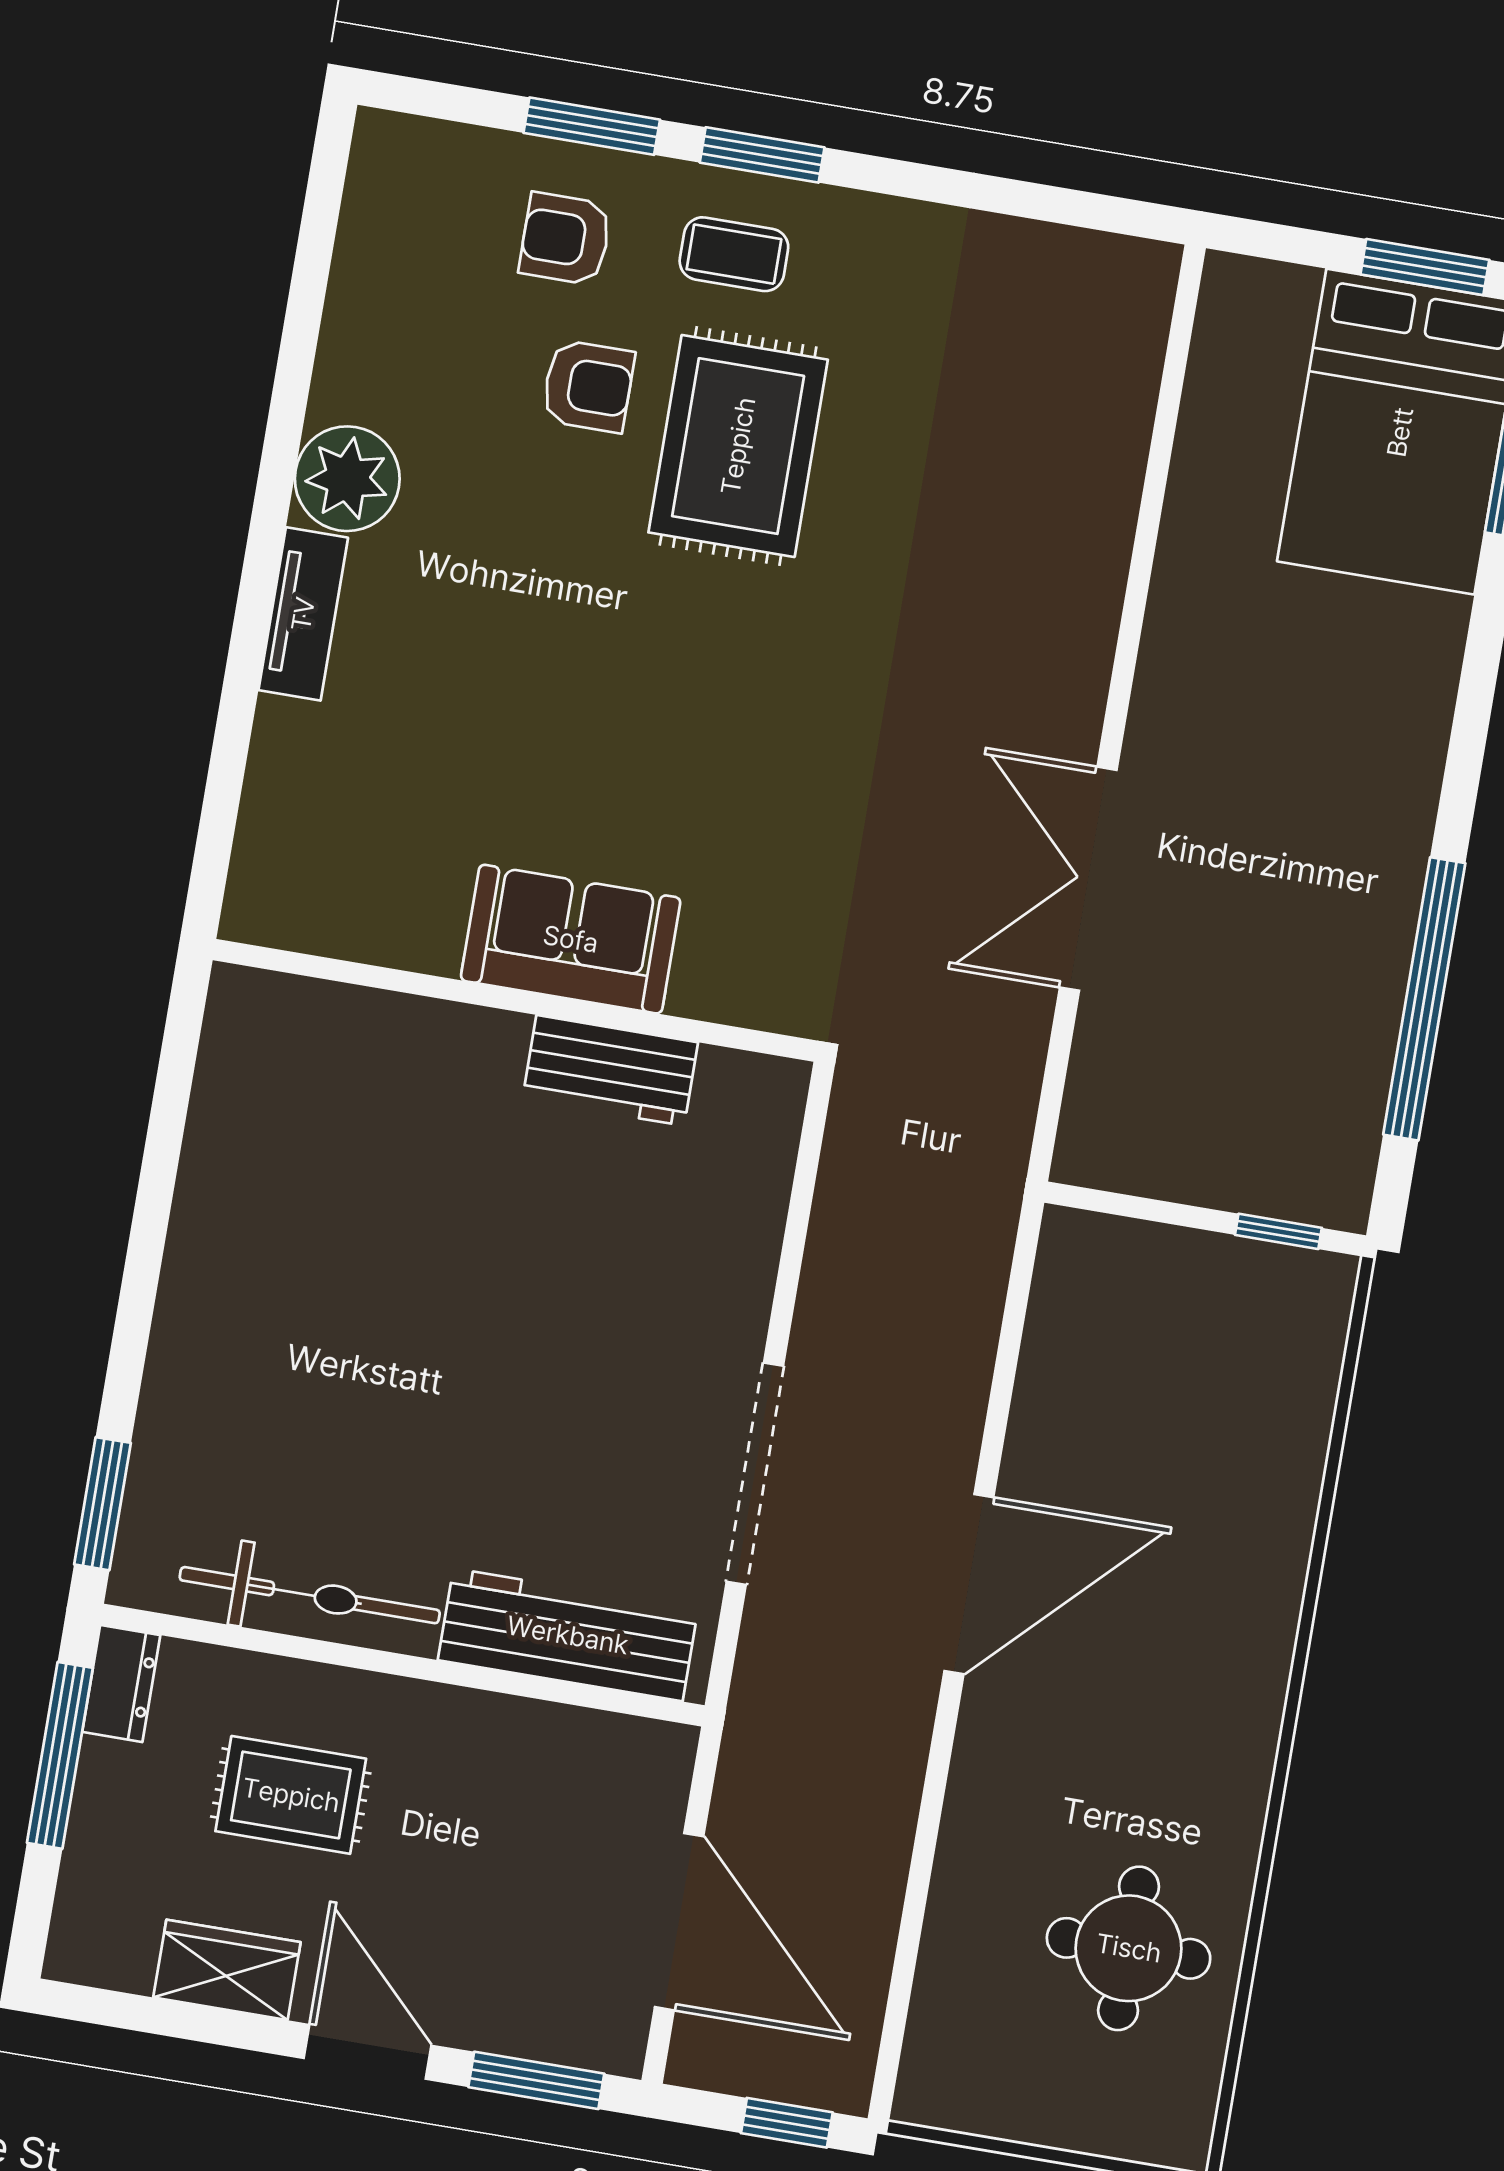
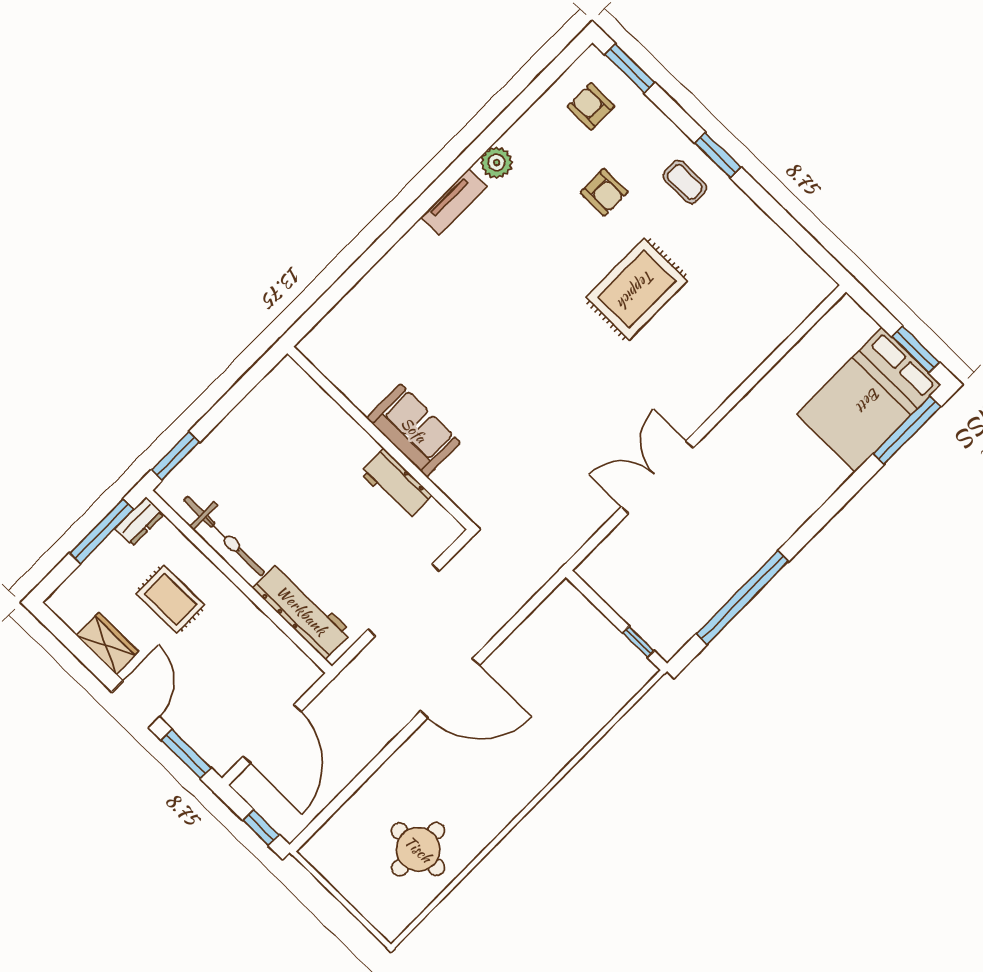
window: (592, 126) -> (630, 68), moved
armchair: (565, 239) -> (591, 106), moved
rug: (738, 446) -> (637, 289), moved
plant: (347, 479) -> (497, 163), width x0.73, depth x0.73
sofa: (571, 939) -> (414, 430), moved
wall: (515, 1000) -> (380, 438), moved
workbench: (610, 1070) -> (396, 484), moved

